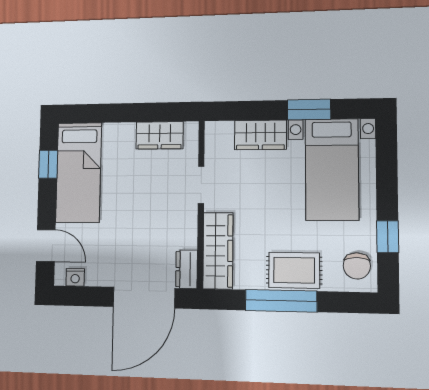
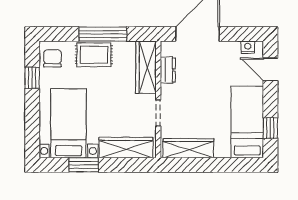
wardrobe: (160, 135) -> (188, 148), width x1.50
wardrobe: (260, 135) -> (126, 148), width x1.50
dresser: (187, 269) -> (168, 70), moved

